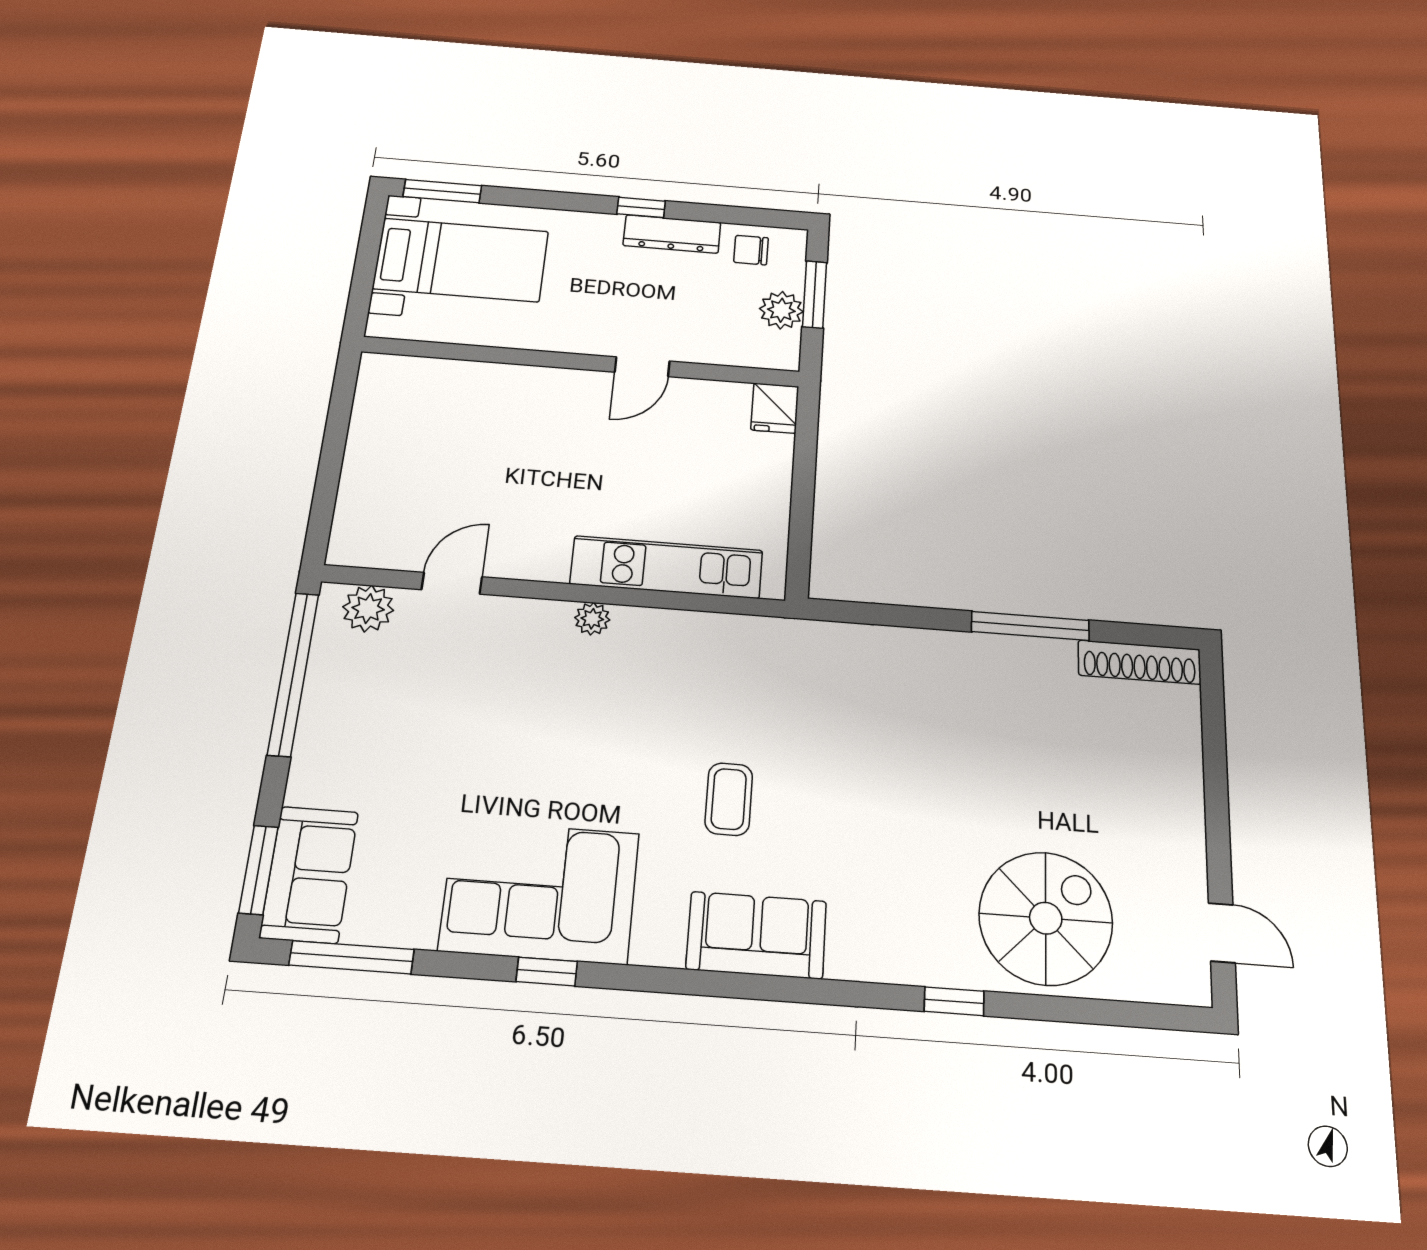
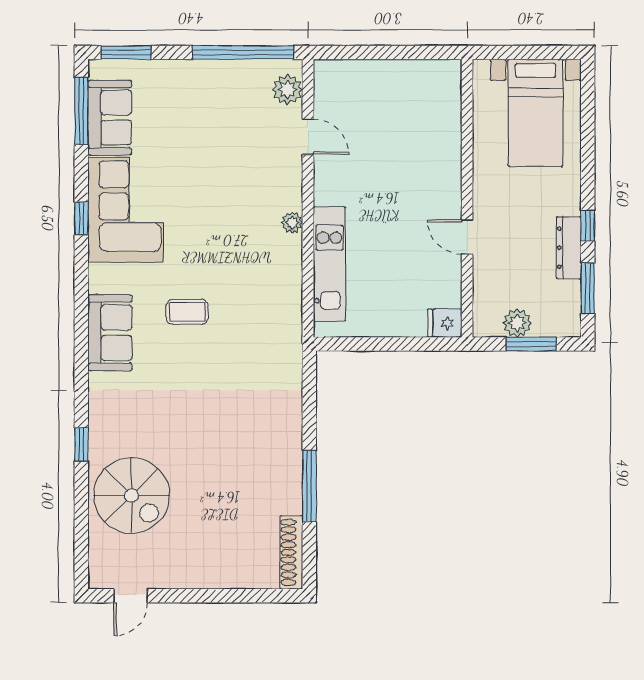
window: (442, 191) -> (588, 288), moved
chair: (751, 250) -> (561, 300), removed
sofa: (309, 874) -> (110, 118), moved, turned -90

